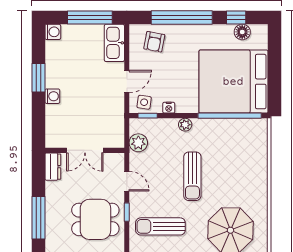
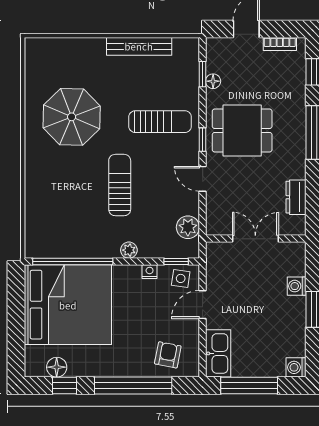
double door: (85, 150) -> (255, 239), moved
wall: (85, 150) -> (256, 239), moved

